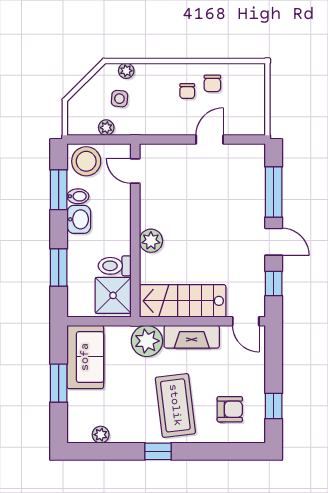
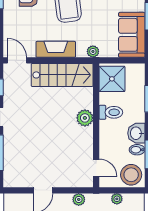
plant: (160, 127) -> (79, 199), added
toilet: (115, 266) -> (111, 112), moved
plant: (147, 341) -> (93, 51), width x0.53, depth x0.53

